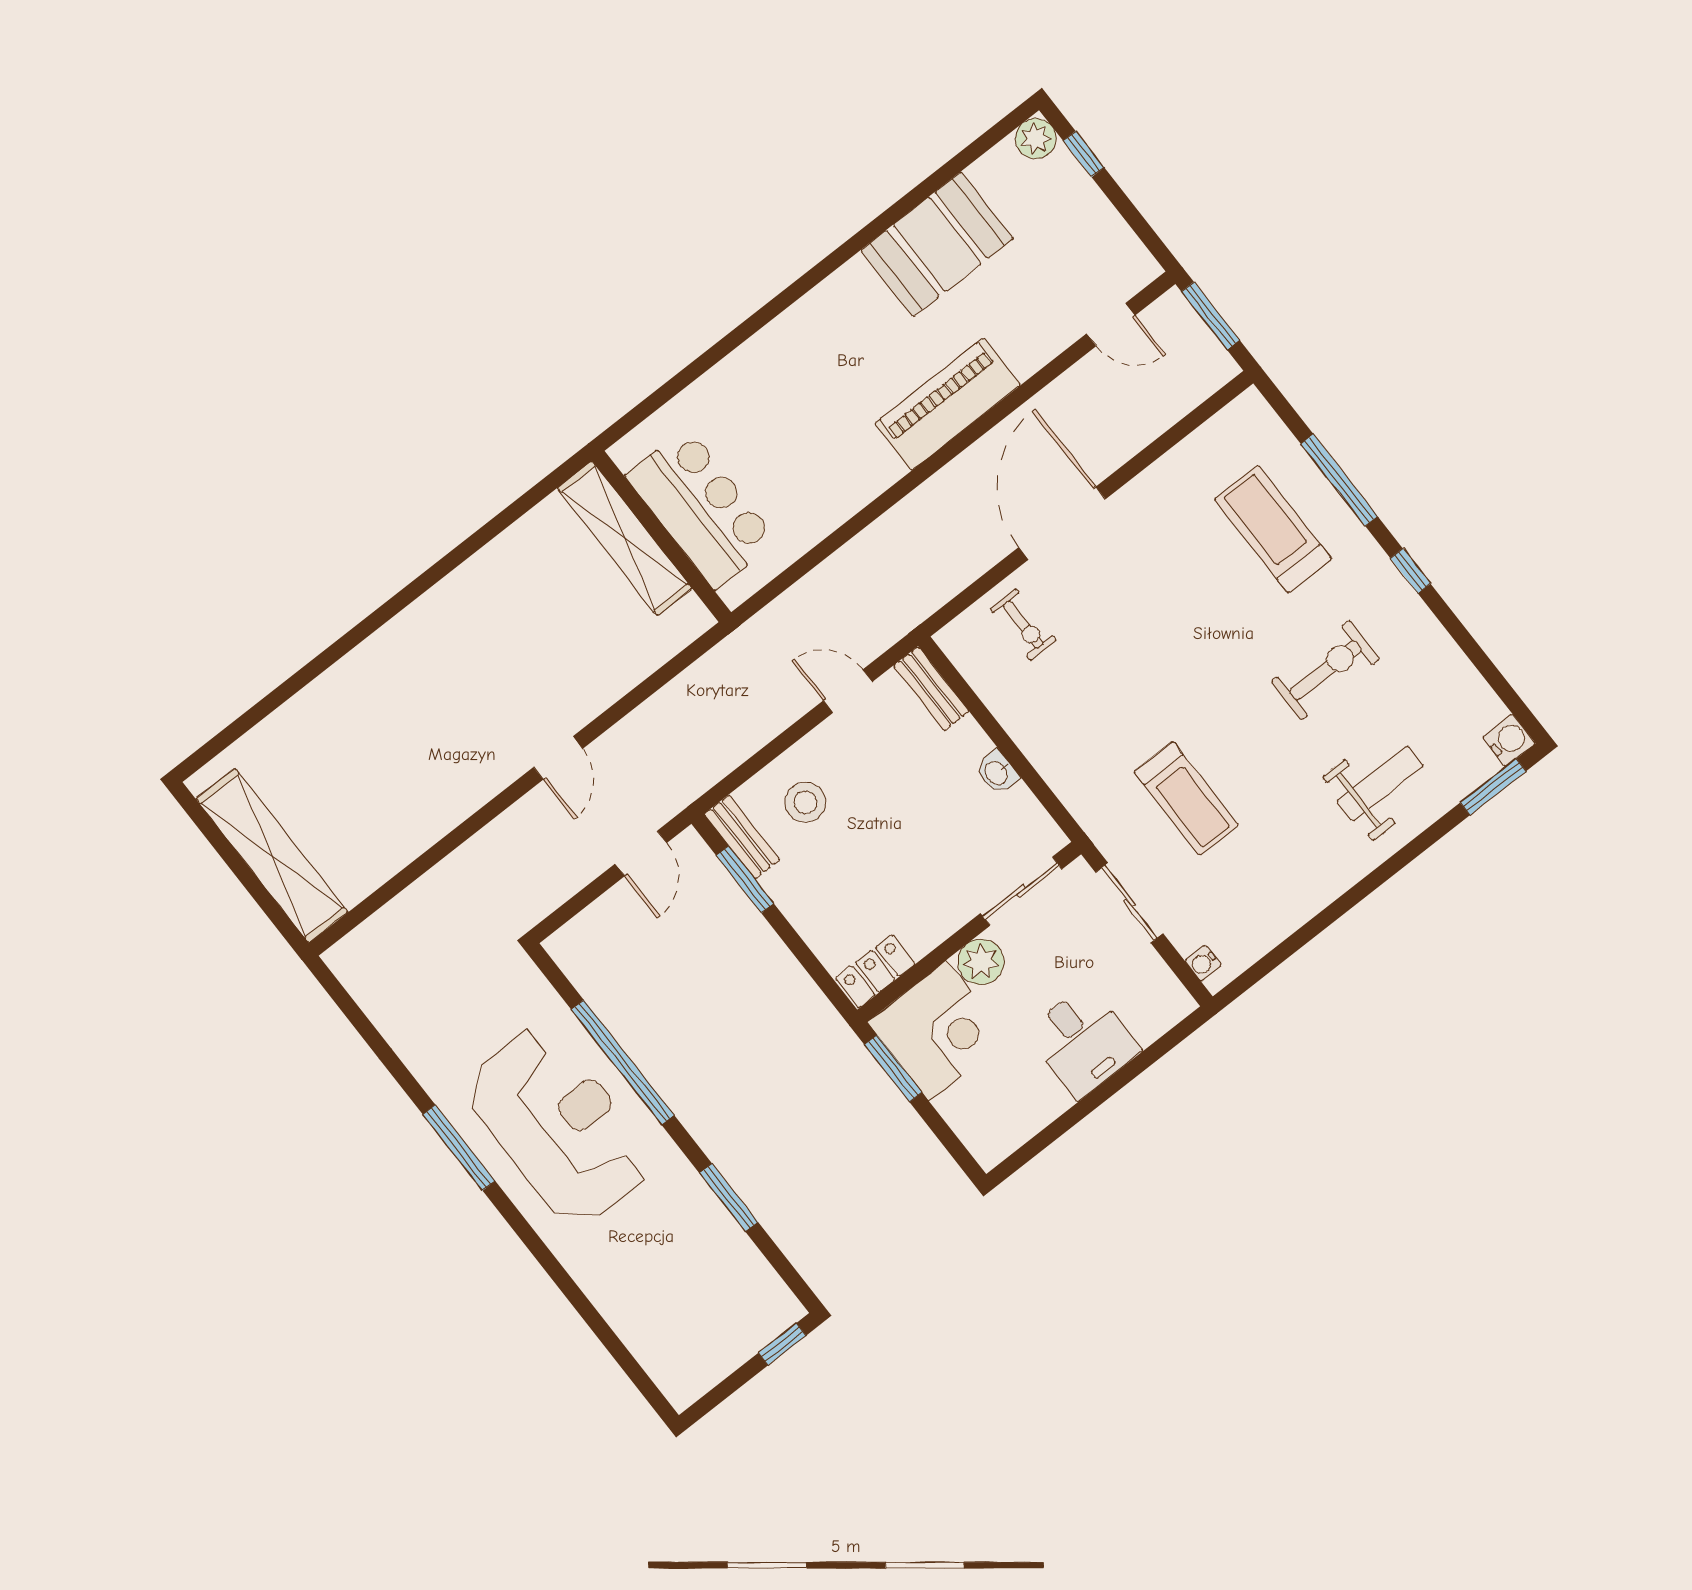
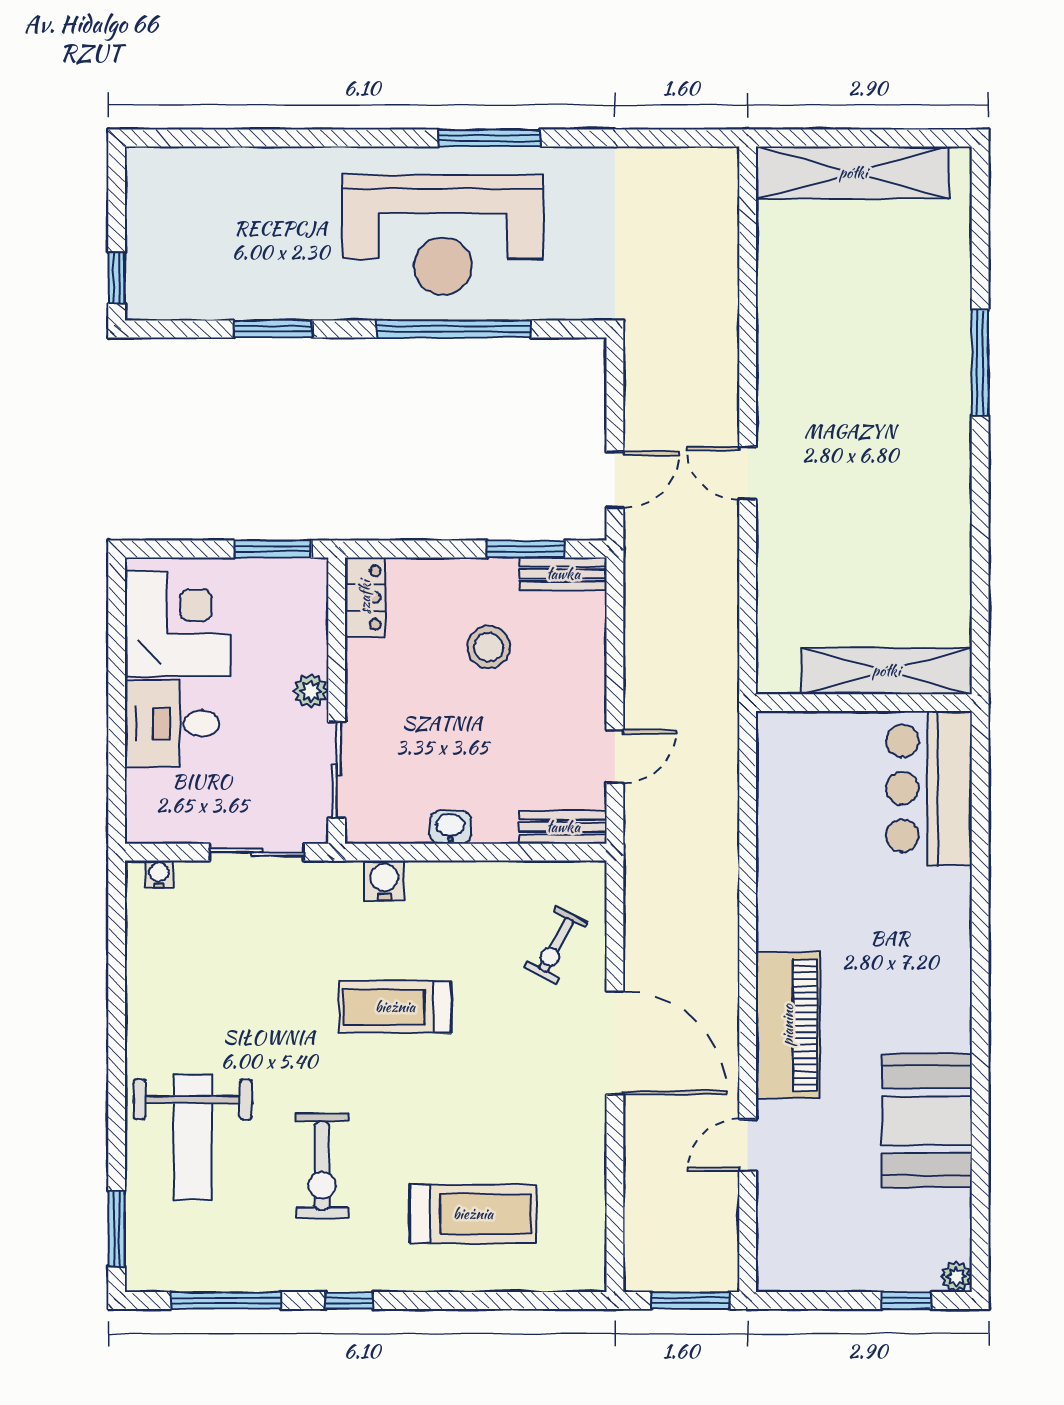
plant: (1036, 138) -> (956, 1277), width x0.73, depth x0.73
door: (1111, 325) -> (748, 1145), moved
window: (1339, 480) -> (226, 1301), moved
bar counter: (701, 508) -> (929, 788), moved, turned 90
exercise bike: (1023, 625) -> (556, 945), turned -62
window: (339, 649) -> (980, 363), added
water cooler: (1509, 740) -> (384, 880), moved, turned 180
weight bench: (1380, 783) -> (193, 1137), width x1.36, depth x1.33
treadmill: (1186, 798) -> (395, 1007), moved
stool: (805, 802) -> (489, 647), moved
door: (641, 853) -> (615, 480), swing flipped
plant: (981, 962) -> (311, 691), width x0.73, depth x0.73
corner desk: (938, 1031) -> (178, 623), moved, turned 180

